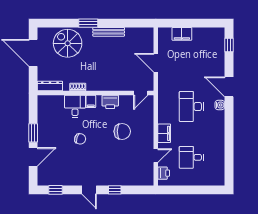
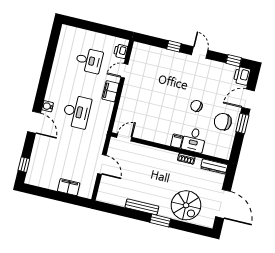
printer: (110, 102) -> (242, 76), moved, turned -90
chair: (122, 131) -> (223, 122), moved

